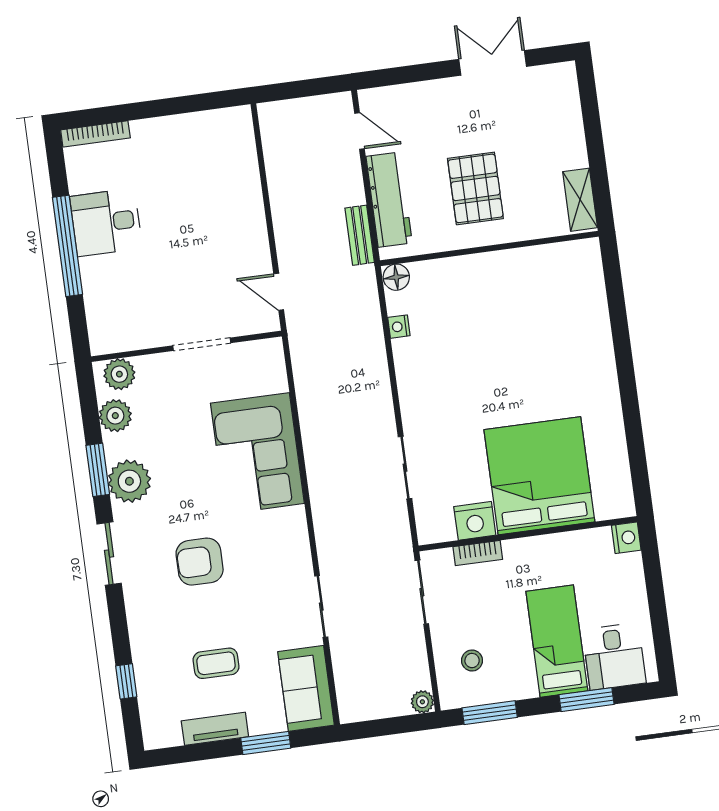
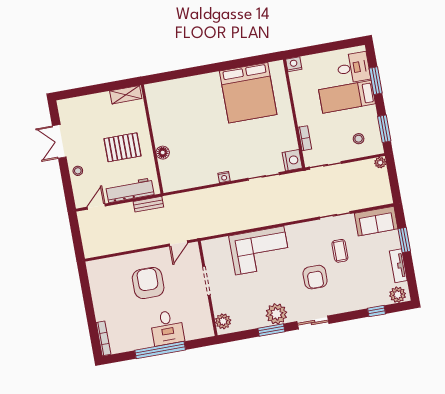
stool: (432, 97) -> (78, 171), added
desk: (106, 222) -> (167, 328), moved
armchair: (202, 228) -> (148, 283), added
floor lamp: (396, 277) -> (163, 153), moved
nightstand: (399, 327) -> (224, 177), moved
plant: (115, 416) -> (398, 295), moved
bed: (539, 476) -> (248, 93), moved, turned -90
nightstand: (475, 521) -> (292, 160), moved
coffee table: (216, 663) -> (340, 251), moved

